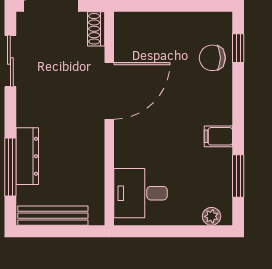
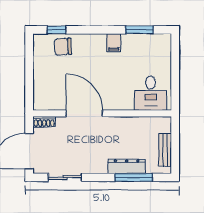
chair: (212, 58) -> (63, 47), turned 87
bench: (53, 216) -> (165, 150), width x0.73
plant: (212, 216) -> (166, 47), removed

